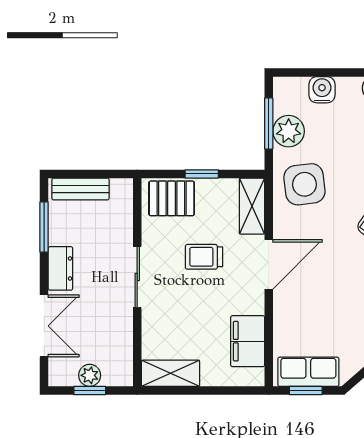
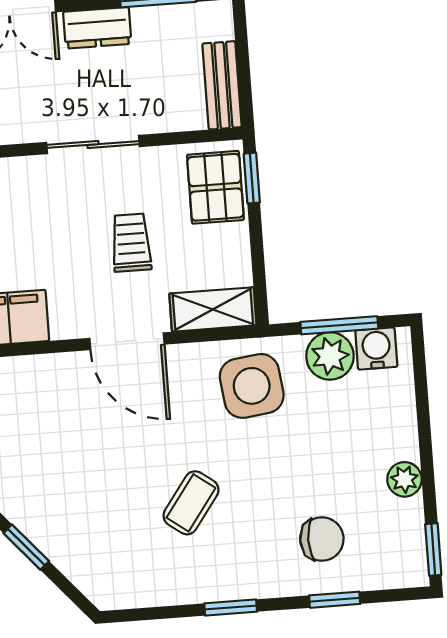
water cooler: (322, 90) -> (376, 349), moved, turned -90
window: (202, 174) -> (252, 178), moved
bench: (80, 189) -> (222, 85), moved

